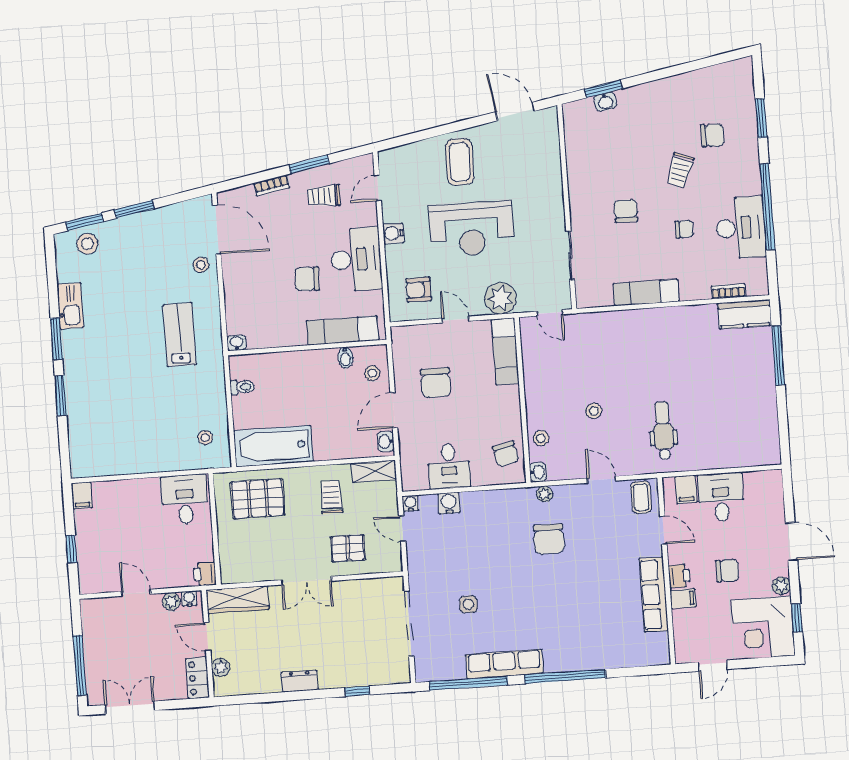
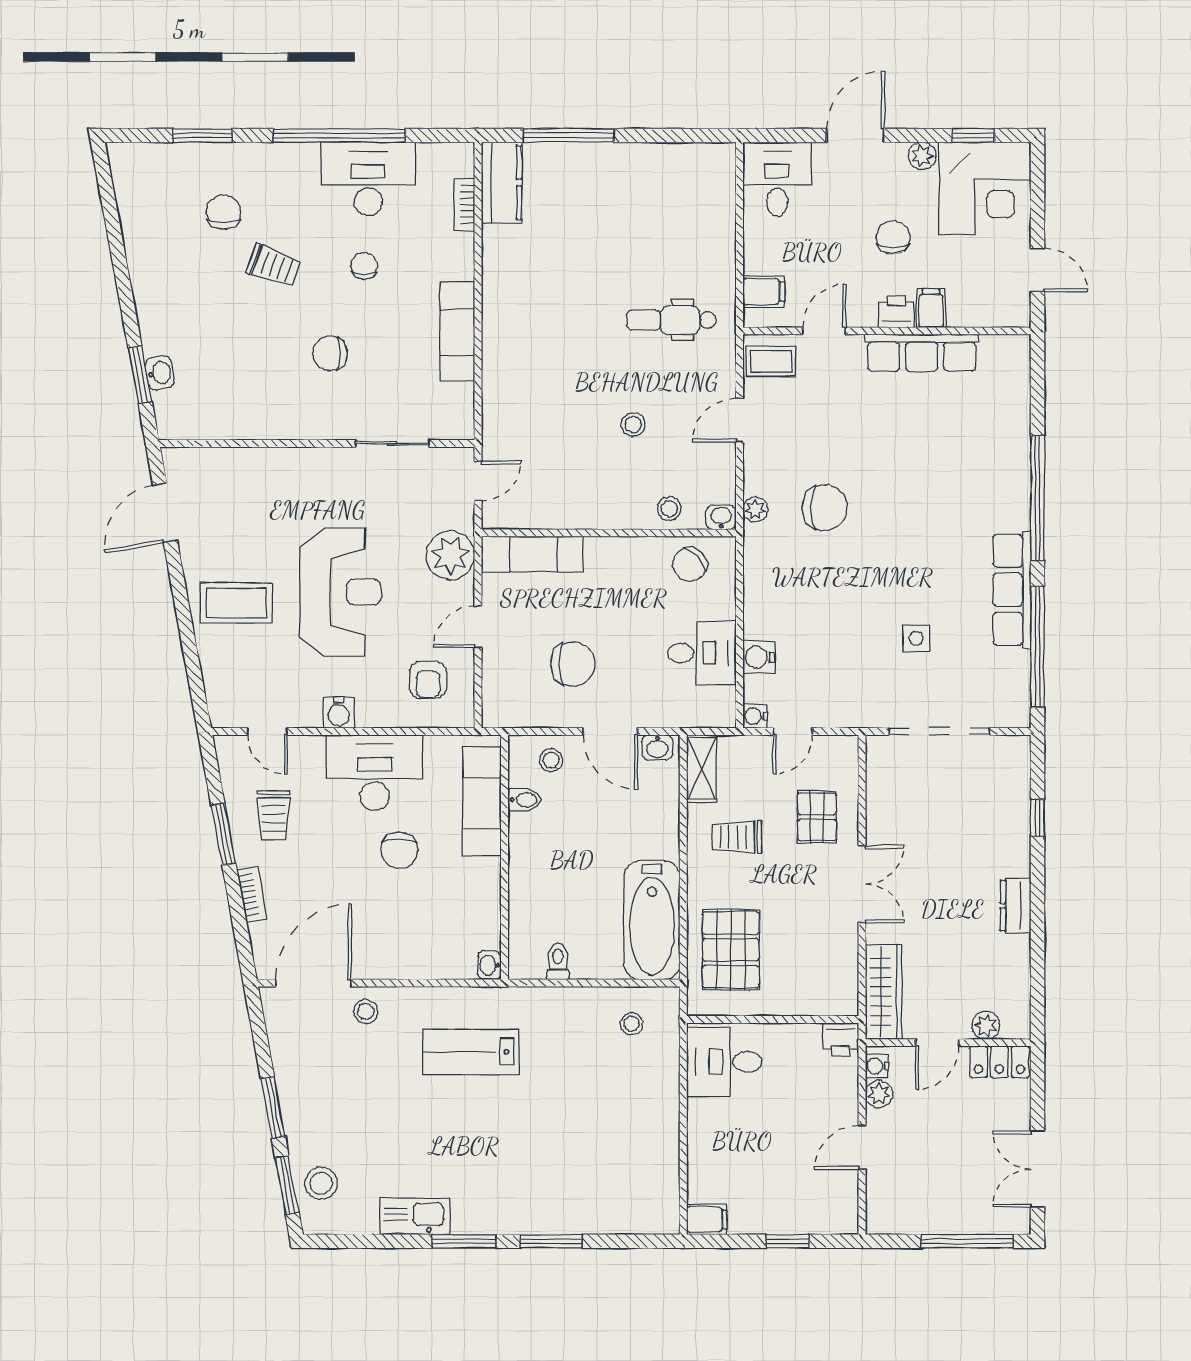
chair: (506, 454) -> (690, 564), turned 150
desk: (721, 497) -> (777, 179), moved, turned 90

